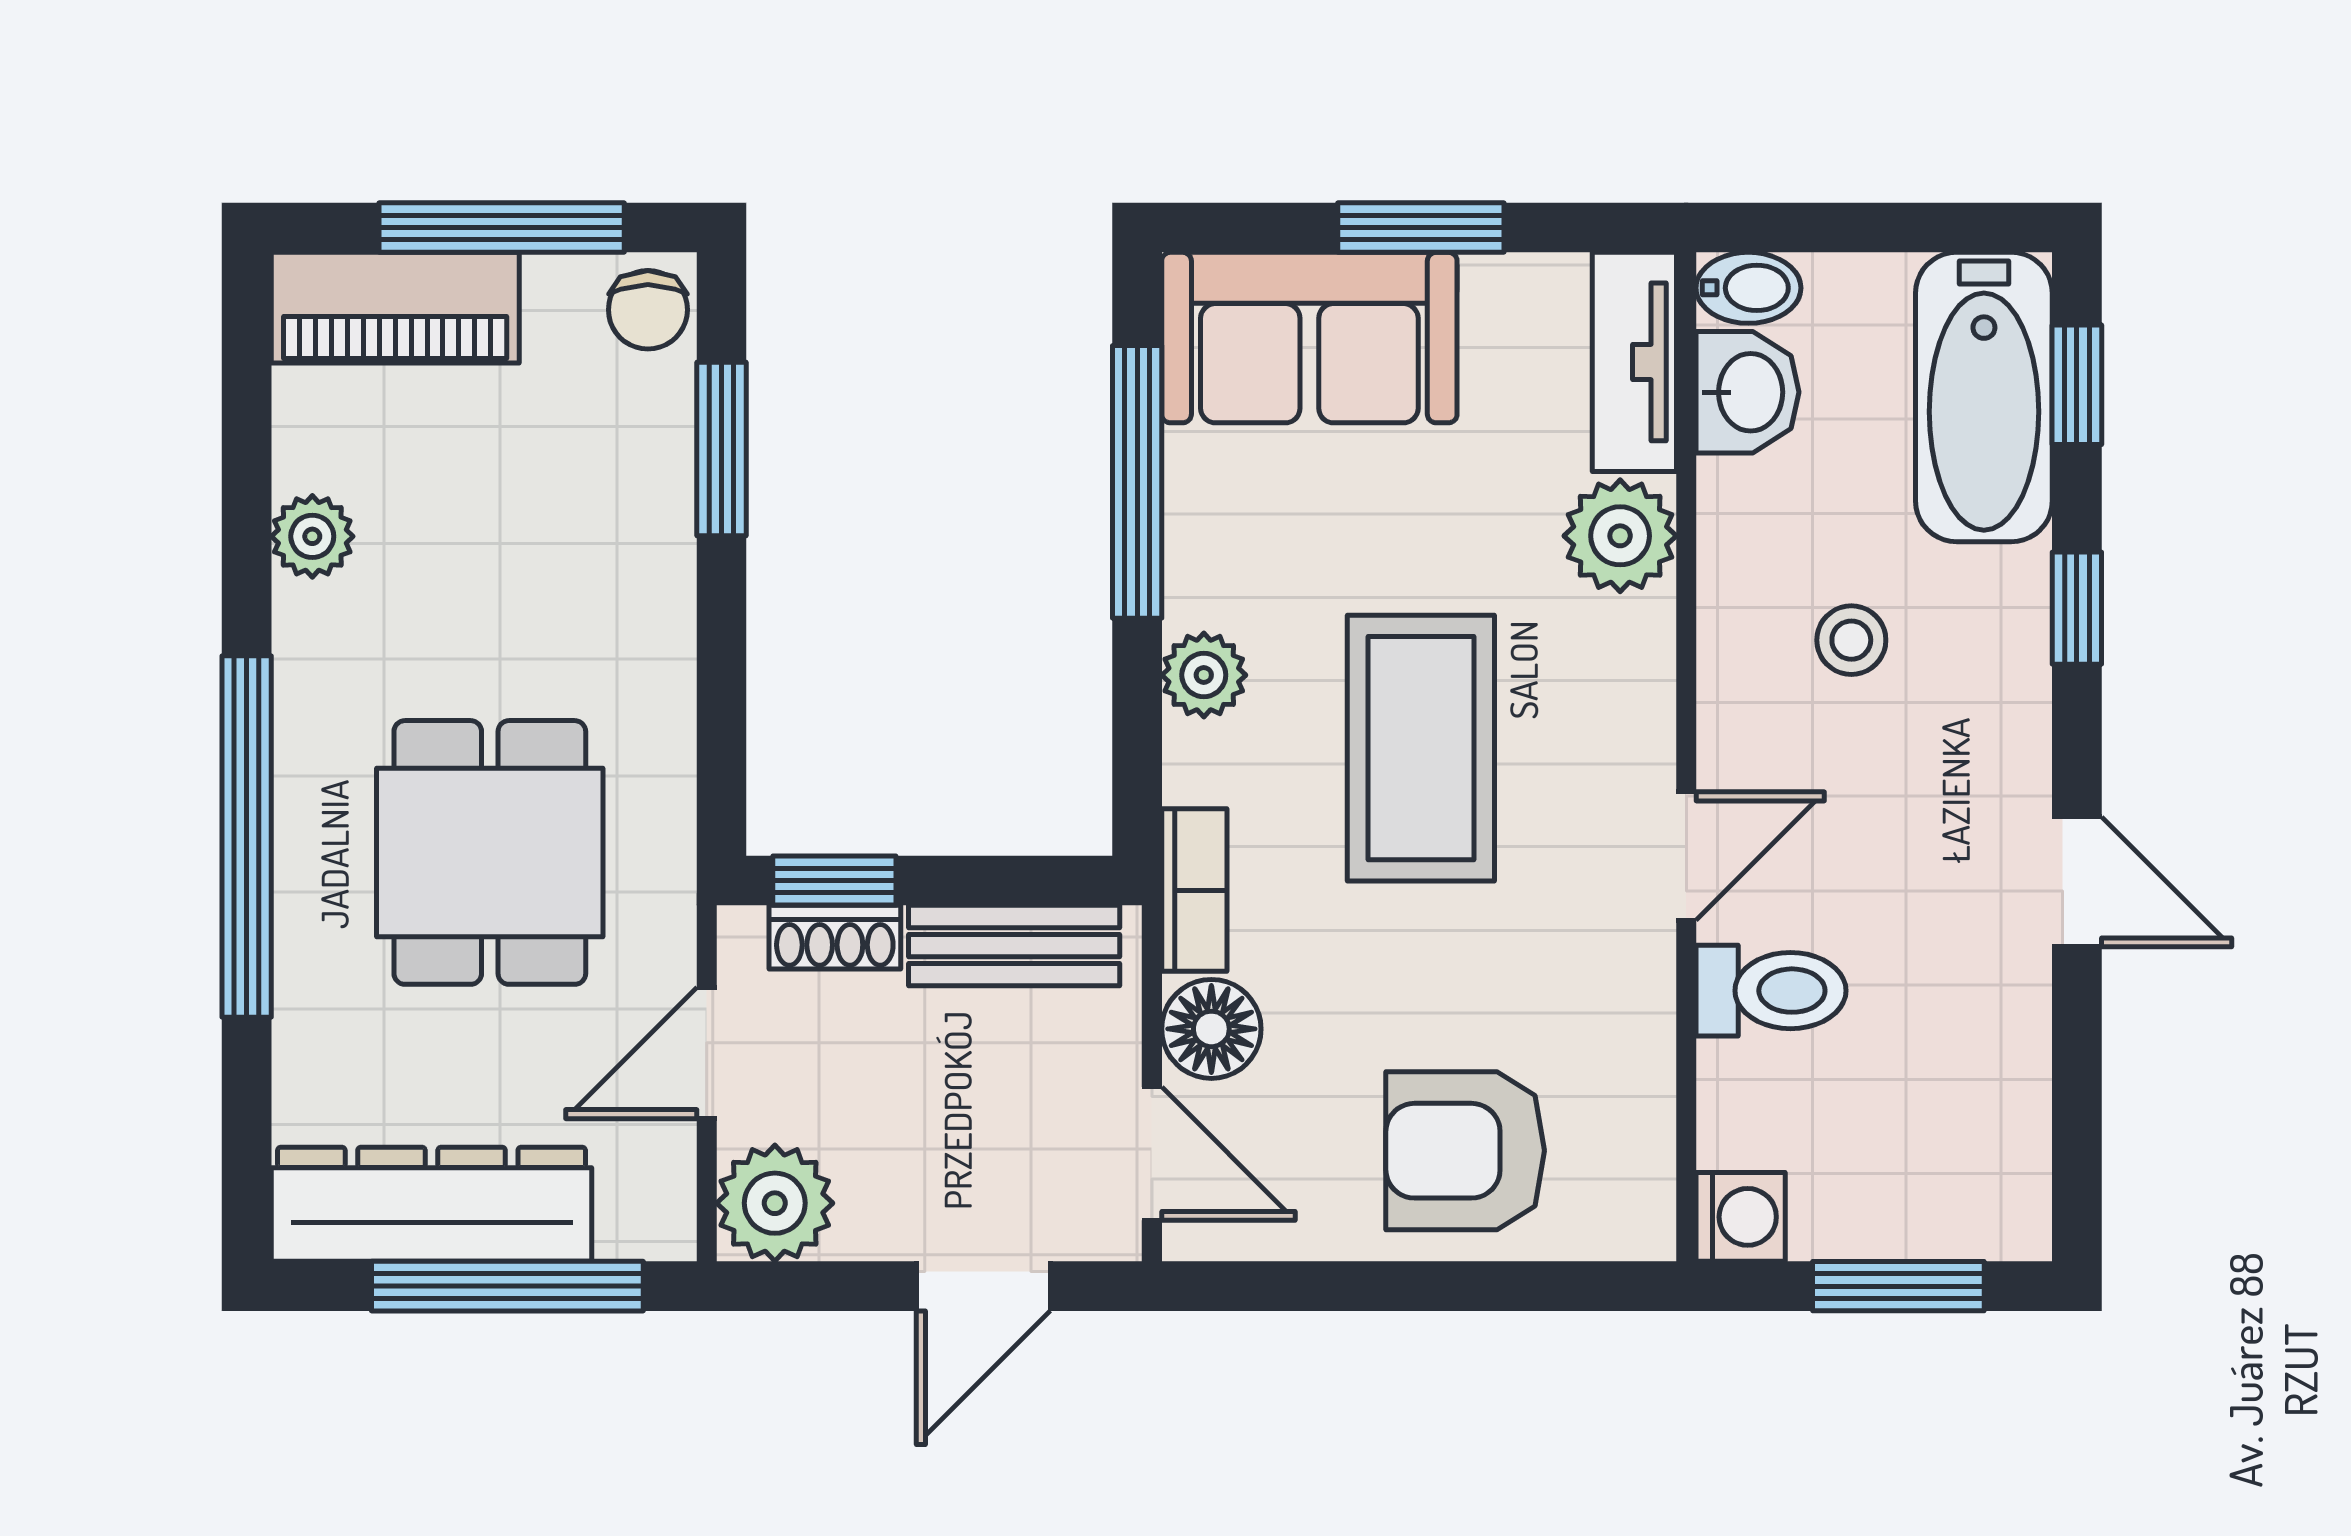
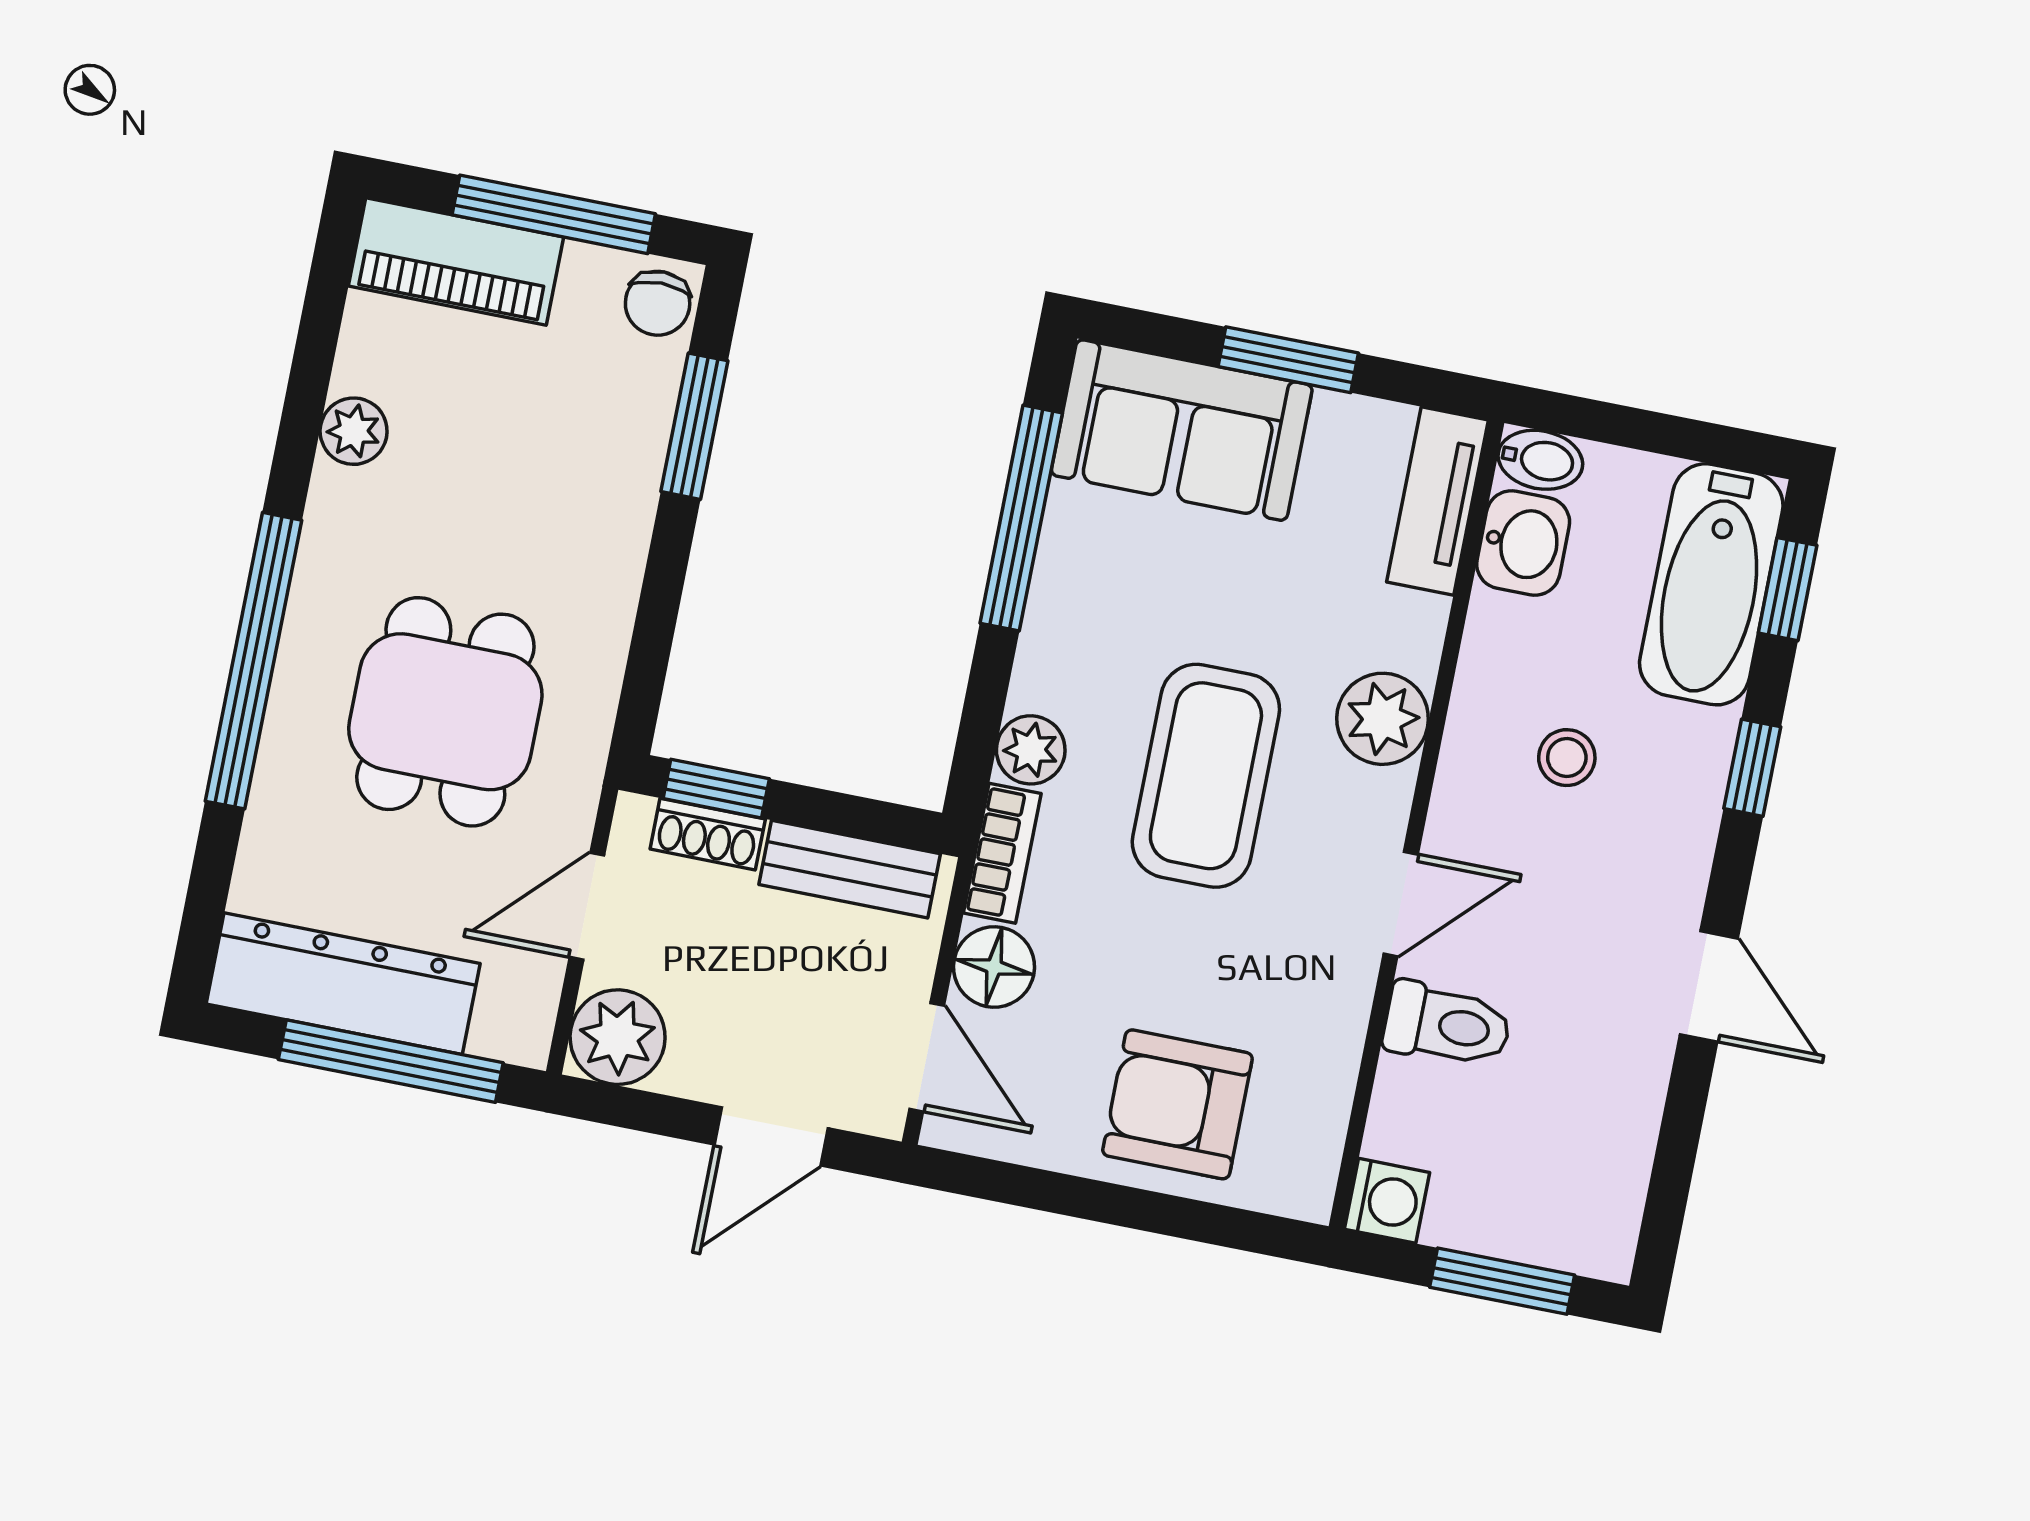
plant: (1620, 536) -> (1383, 719), moved
plant: (1204, 675) -> (1031, 750), moved

